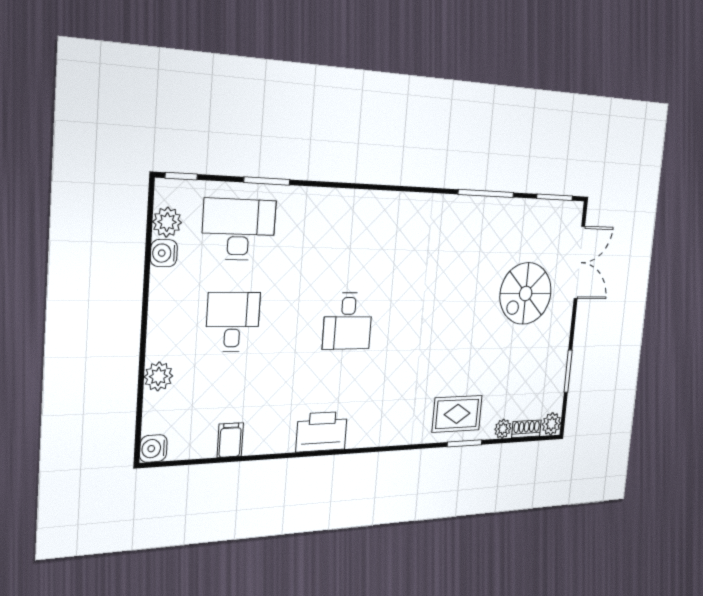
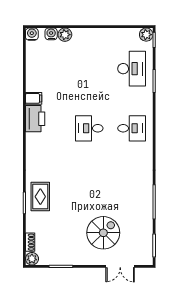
plant: (167, 222) -> (146, 35), moved
water cooler: (164, 253) -> (51, 34), moved
double door: (579, 263) -> (120, 266), width x0.73
spiral stairs: (526, 293) -> (103, 233), turned 90
desk: (233, 322) -> (132, 128), moved
plant: (503, 429) -> (31, 227), removed
filing cabinet: (230, 440) -> (34, 98), moved

